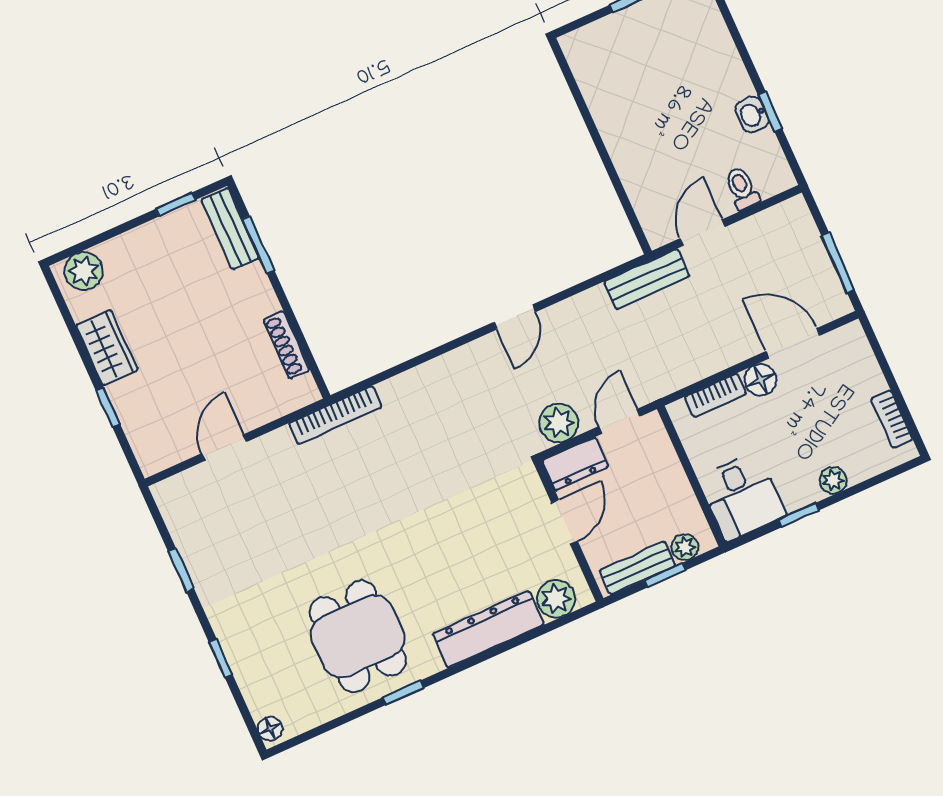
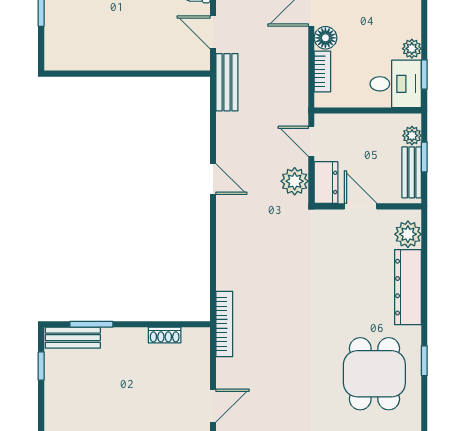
shoe rack: (287, 345) -> (165, 335), width x0.70
door: (224, 448) -> (213, 406), swing flipped
plant: (833, 480) -> (412, 49), moved
window: (798, 515) -> (424, 74), moved
dining table: (358, 636) -> (374, 374), turned 90

